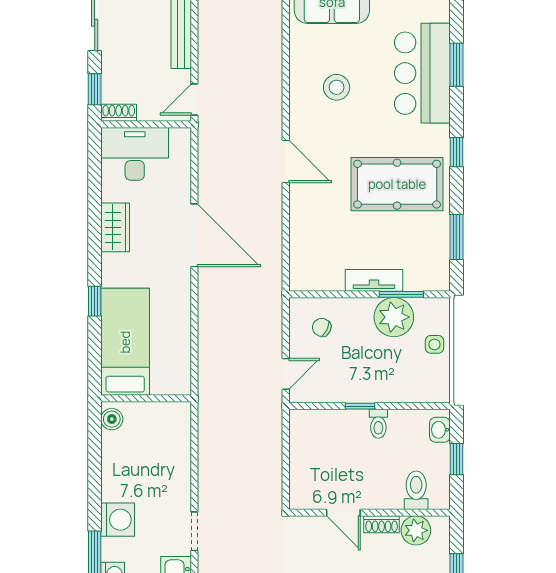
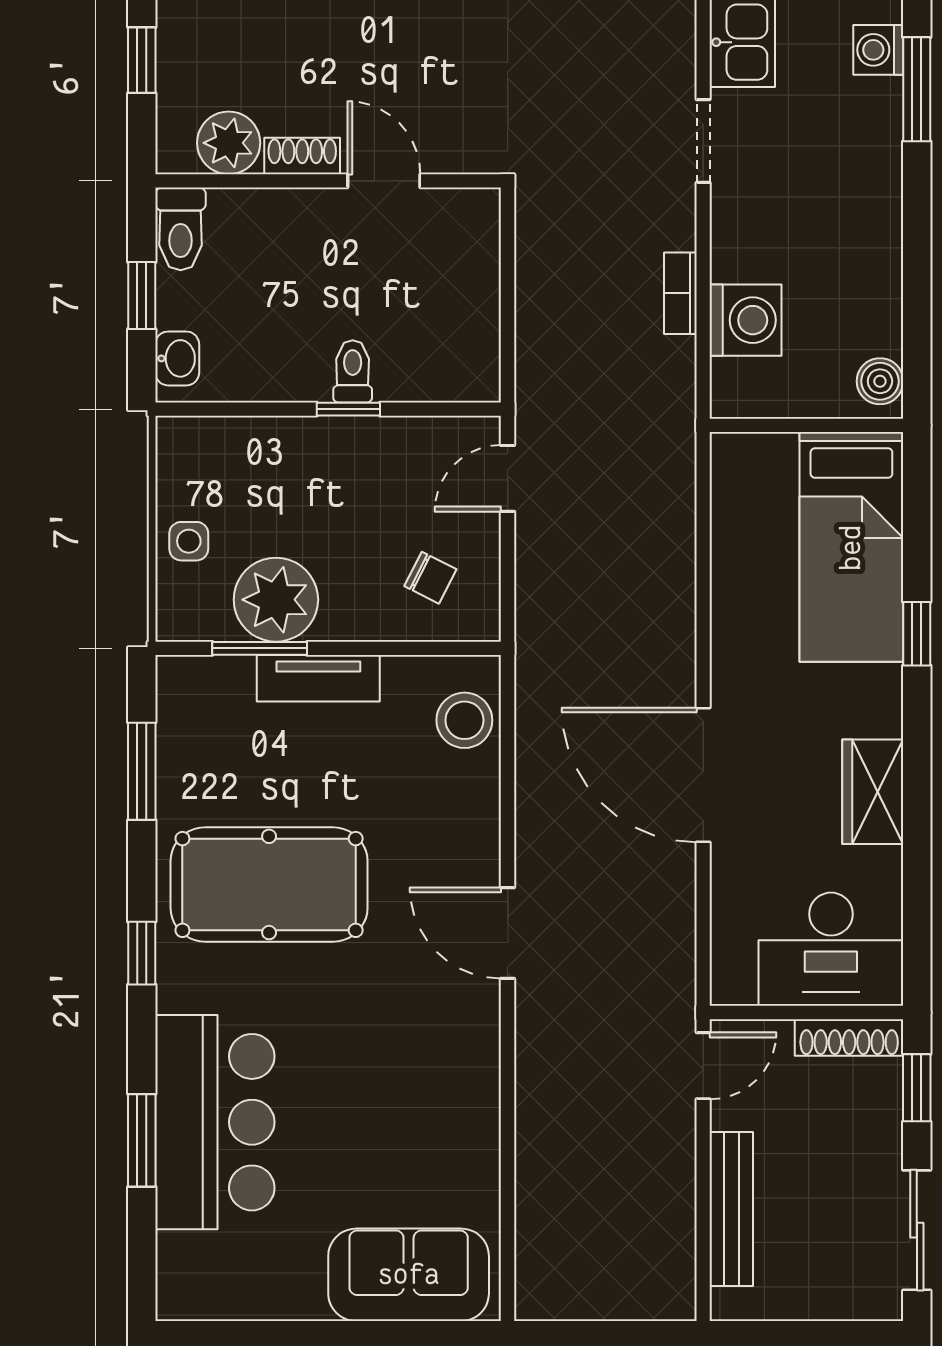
stool: (337, 87) -> (464, 720), moved
shoe rack: (119, 113) -> (849, 1037), width x1.43
toilet: (378, 424) -> (353, 371), moved
bookcase: (205, 460) -> (680, 293), added
toilet: (416, 490) -> (181, 229), moved
washing machine: (118, 520) -> (746, 320), moved, turned 180

